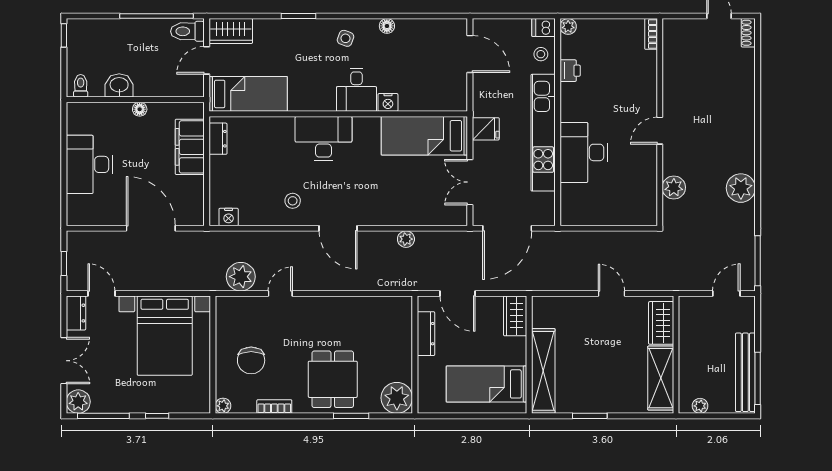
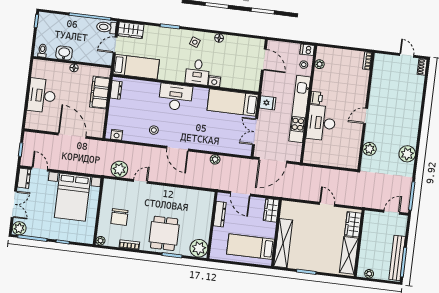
plant: (568, 26) -> (319, 64), moved
printer: (570, 71) -> (316, 98), moved

